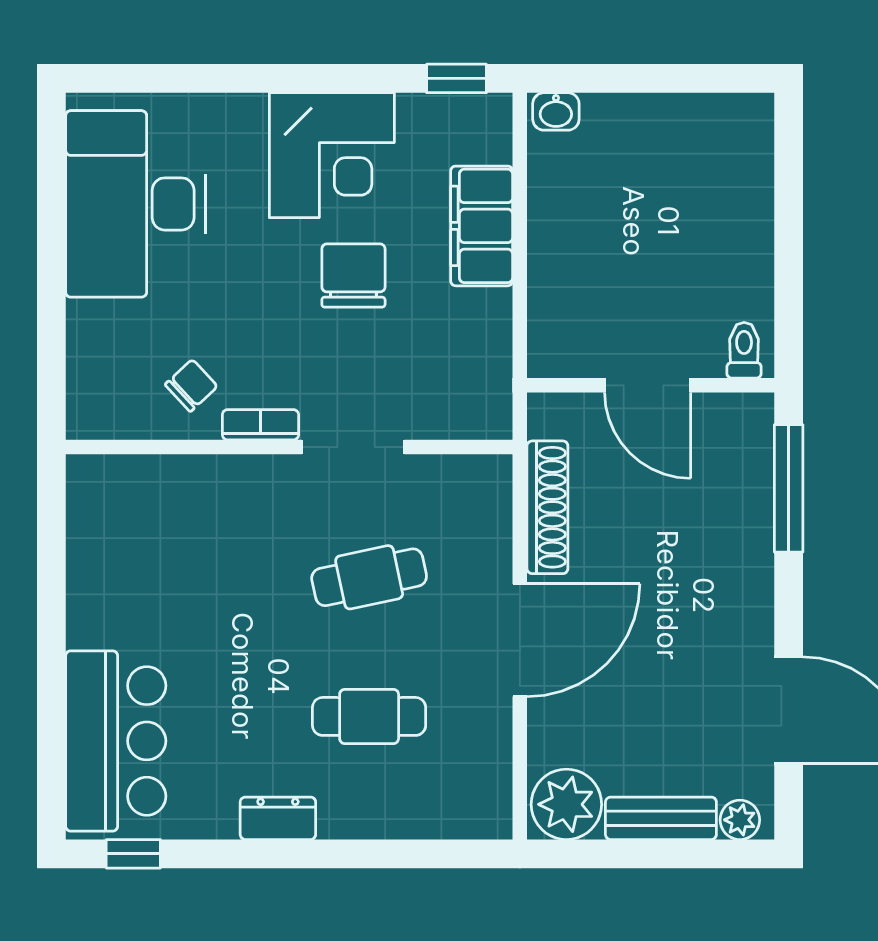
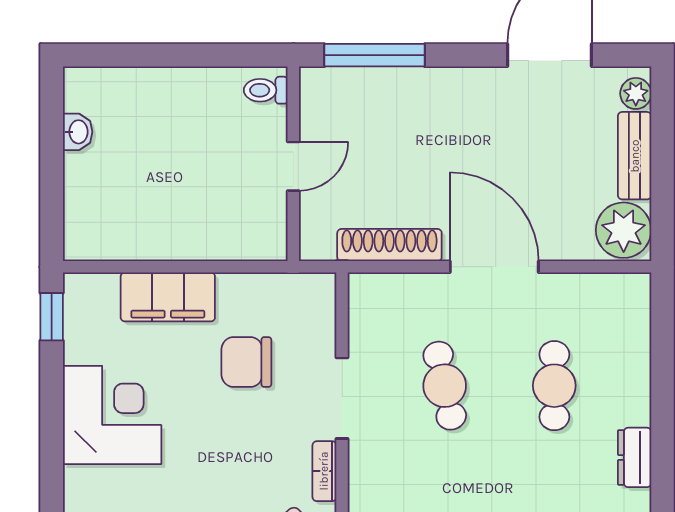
washbasin: (556, 111) -> (78, 132), moved
chair: (353, 276) -> (246, 362), moved
door: (648, 385) -> (293, 166), width x0.73

